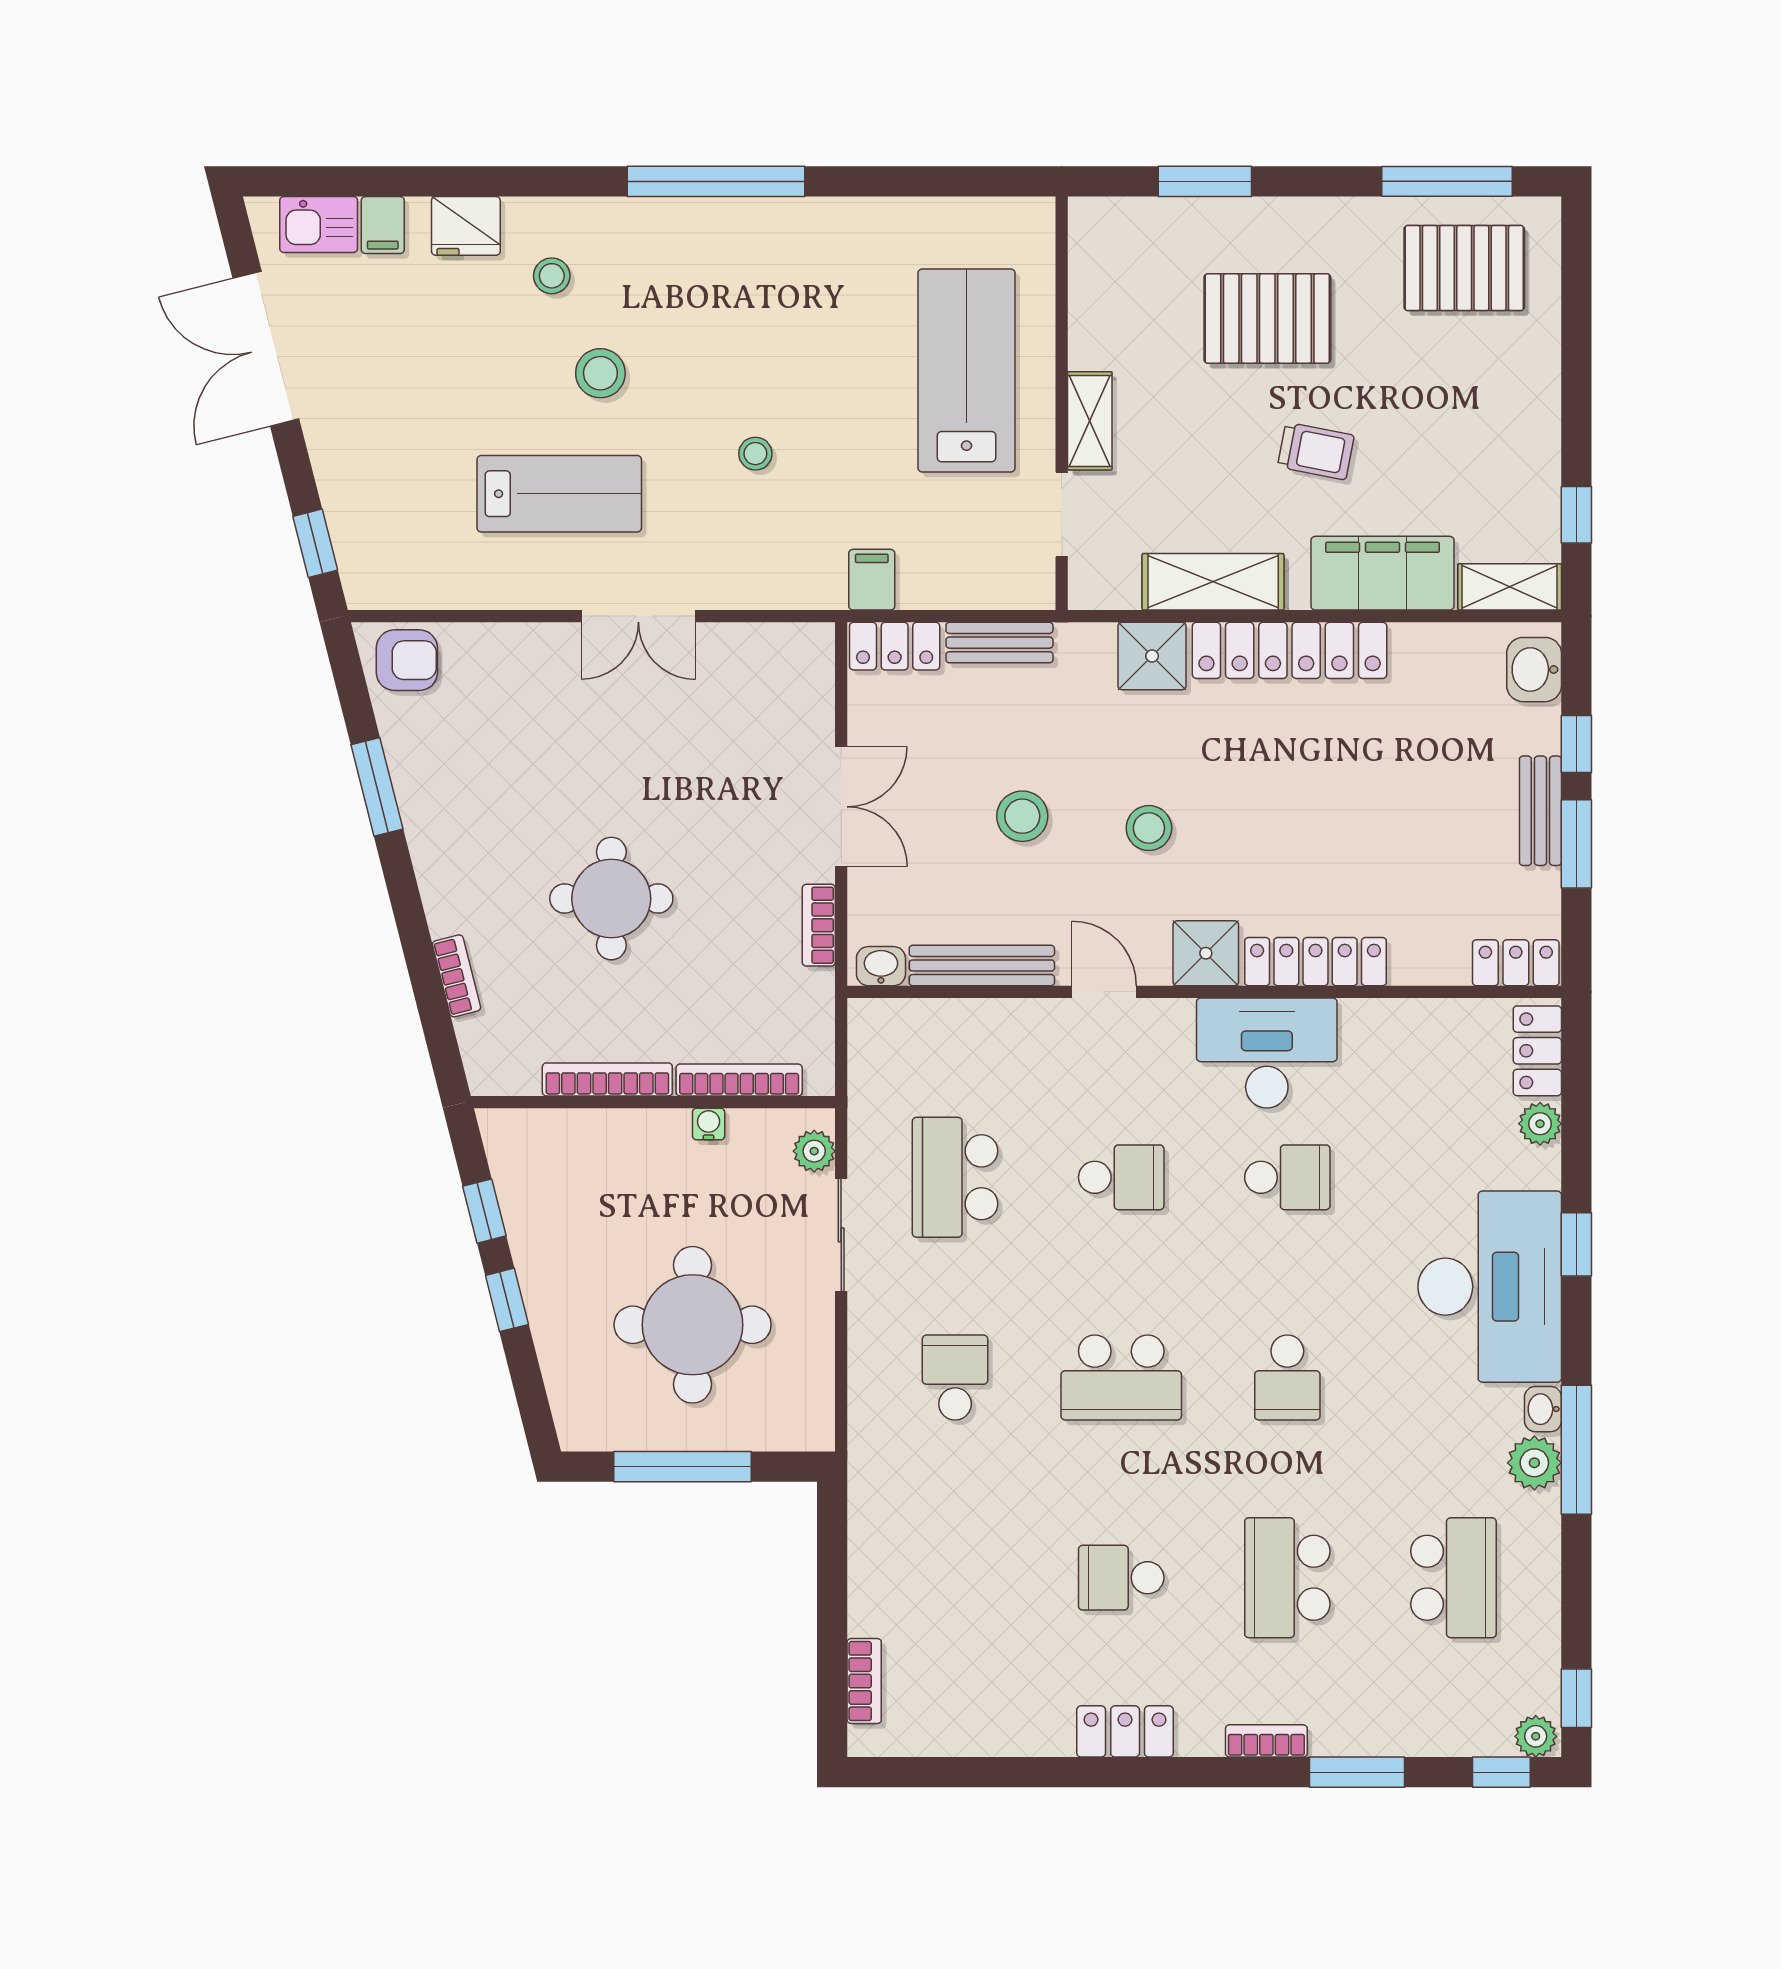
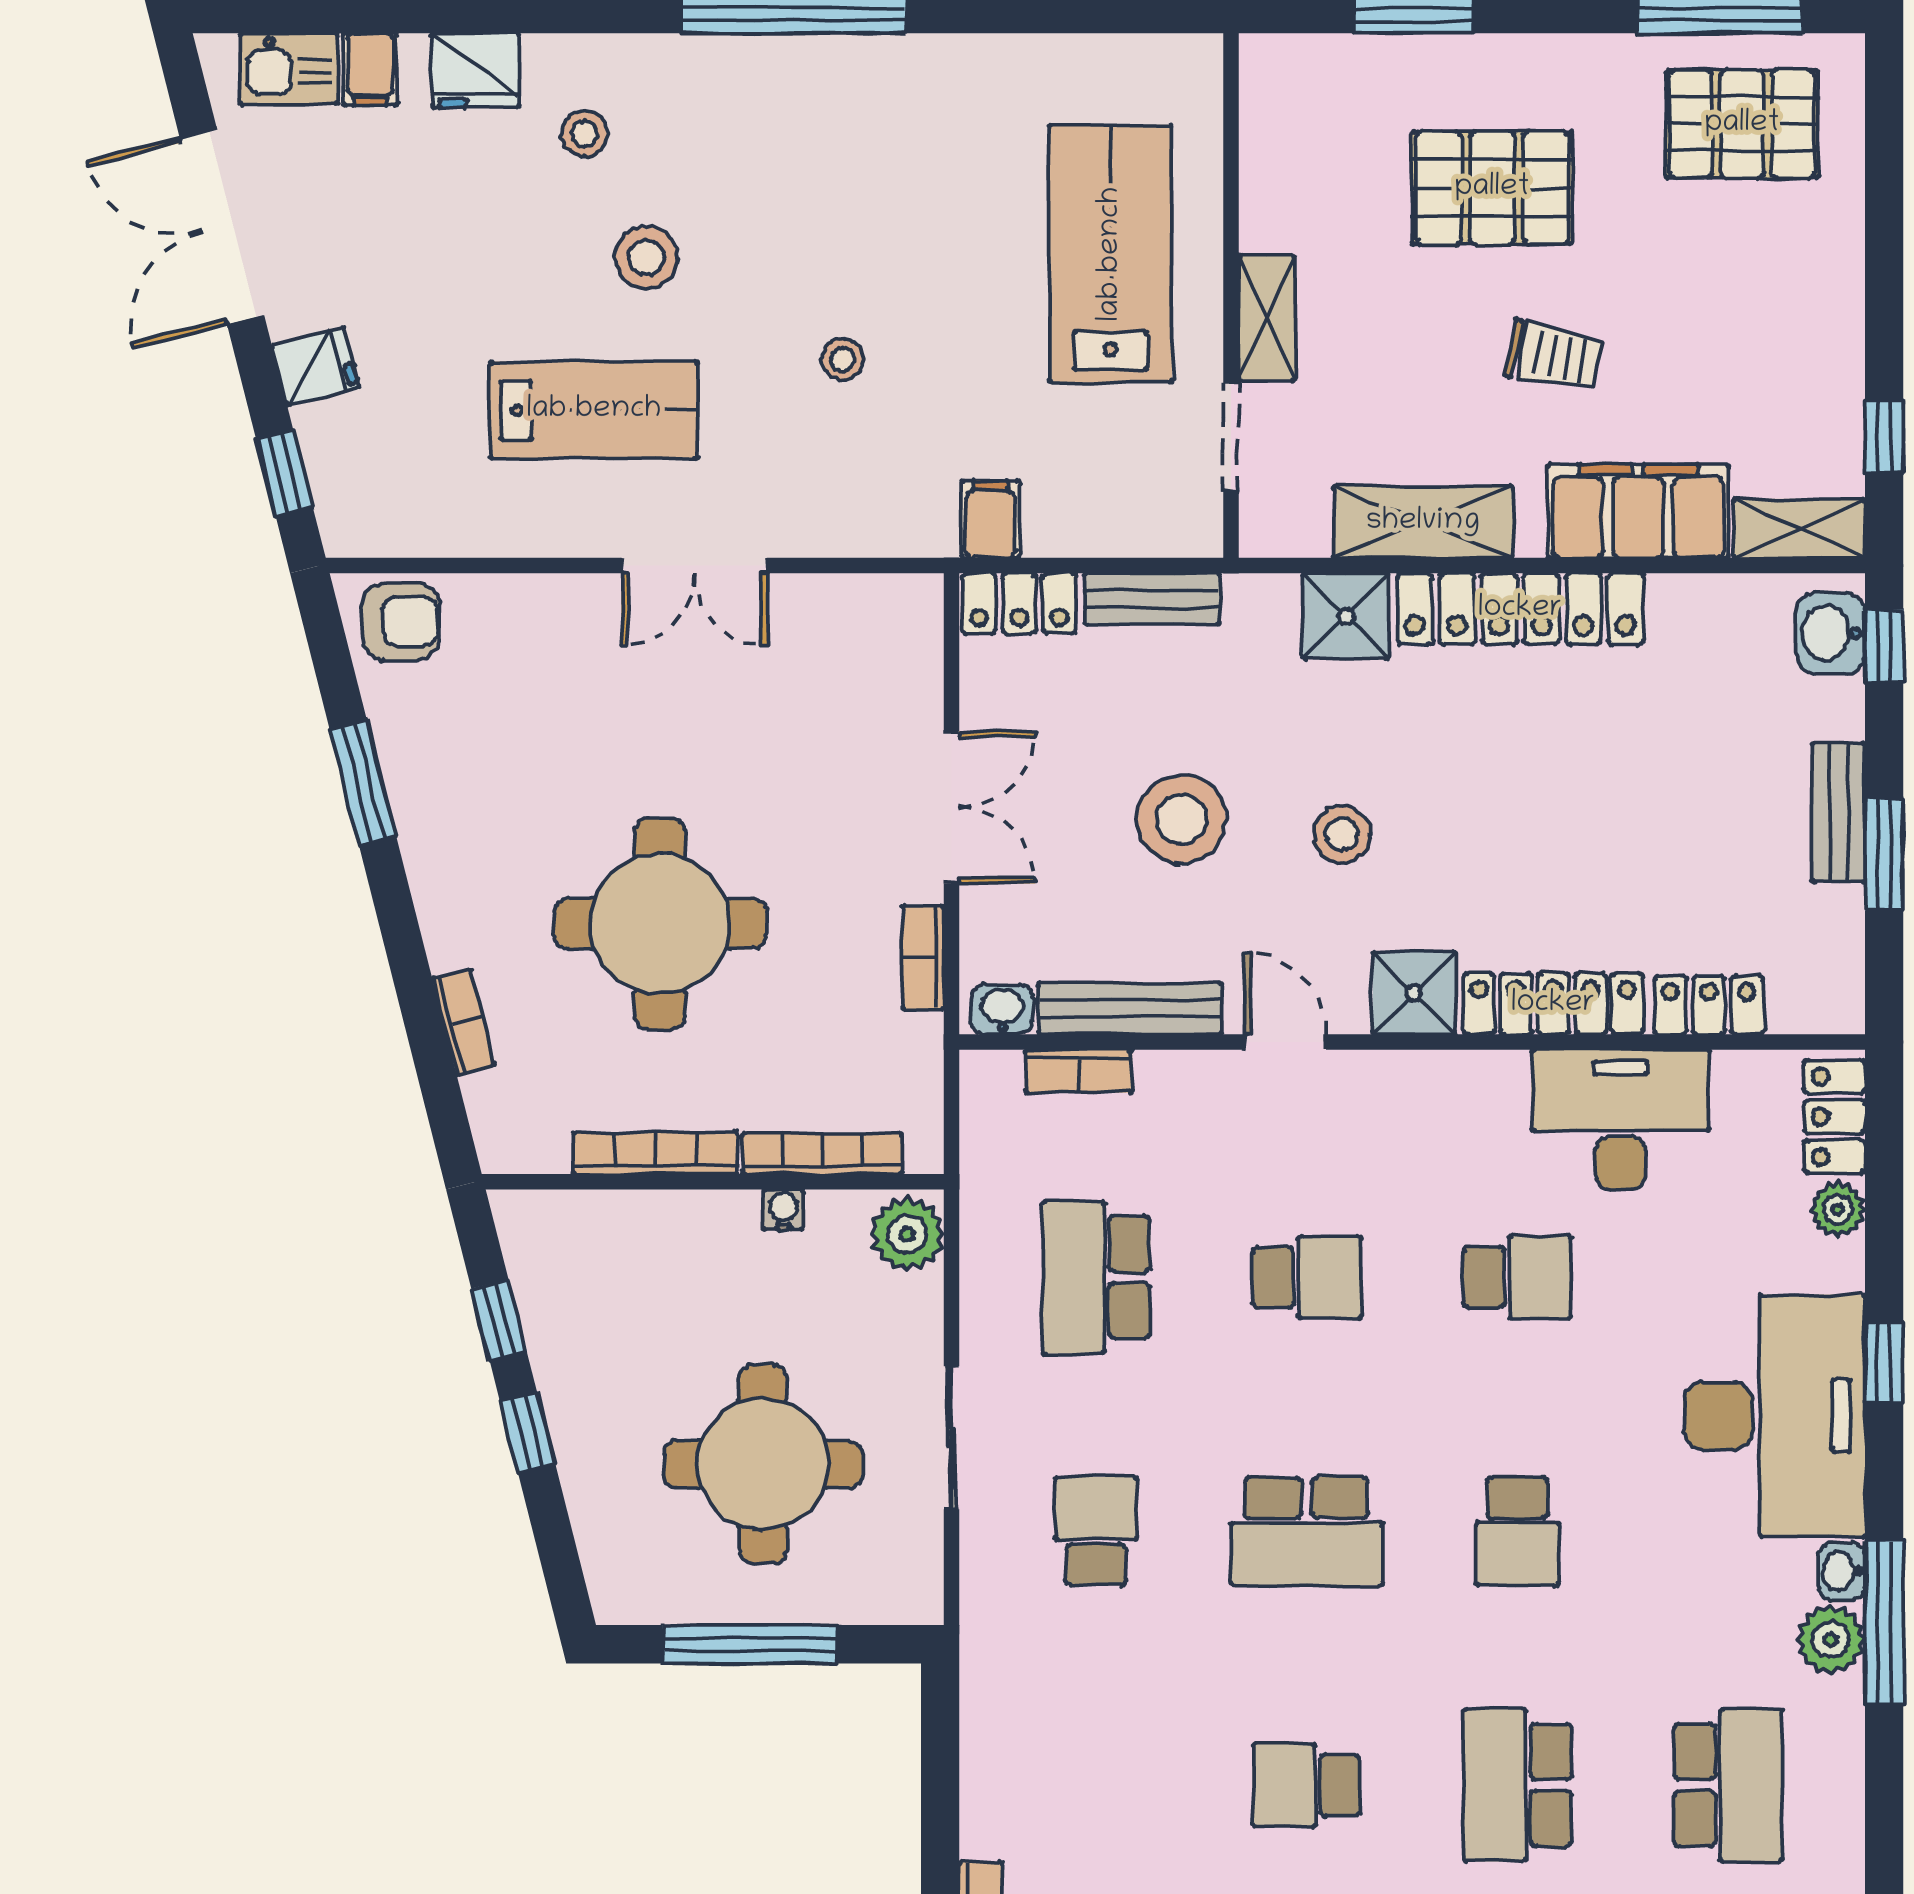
fridge: (340, 459) -> (315, 366), added
window: (1576, 744) -> (1884, 646), moved
stool: (1022, 816) -> (1181, 819), width x1.38, depth x1.38
round table: (611, 899) -> (660, 924), width x1.36, depth x1.36
locker: (1516, 963) -> (1709, 1005), moved
bookcase: (941, 1015) -> (1078, 1071), added
desk: (1267, 1053) -> (1620, 1120), moved
plant: (814, 1151) -> (907, 1234), width x1.38, depth x1.38
sliding door: (841, 1235) -> (952, 1438), moved

